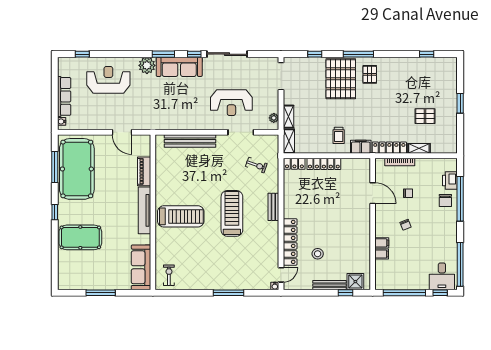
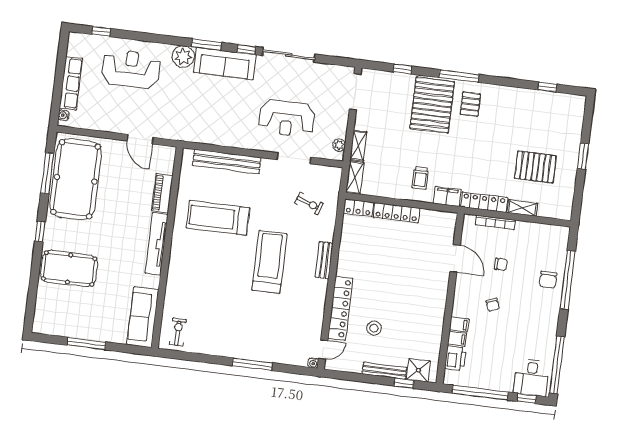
pallet: (425, 116) -> (535, 167), width x1.50, depth x1.42
printer: (450, 181) -> (455, 358), moved, turned 180
treadmill: (181, 216) -> (218, 218), moved, turned 180

